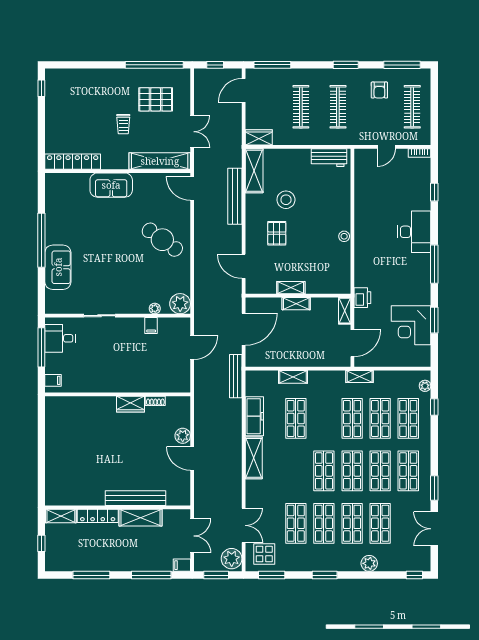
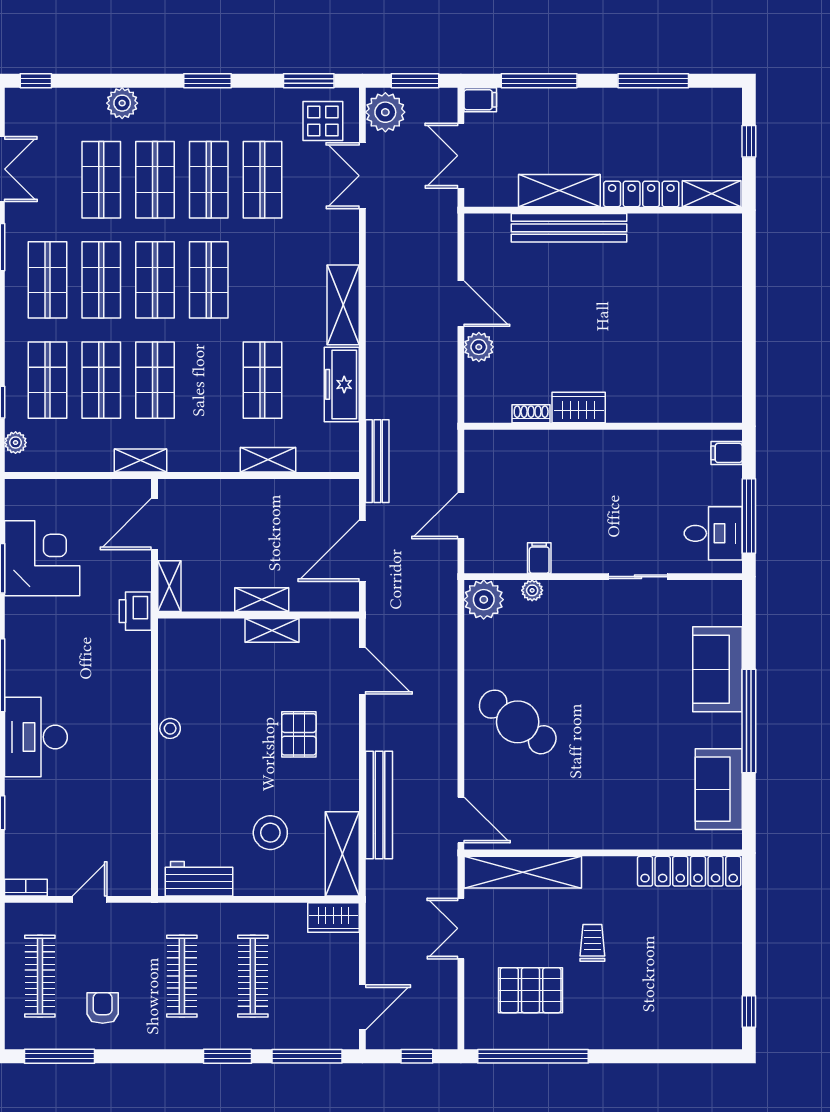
window: (346, 65) -> (228, 1056), moved
sofa: (111, 185) -> (719, 789), moved, turned -90
stool: (286, 200) -> (270, 833), moved

